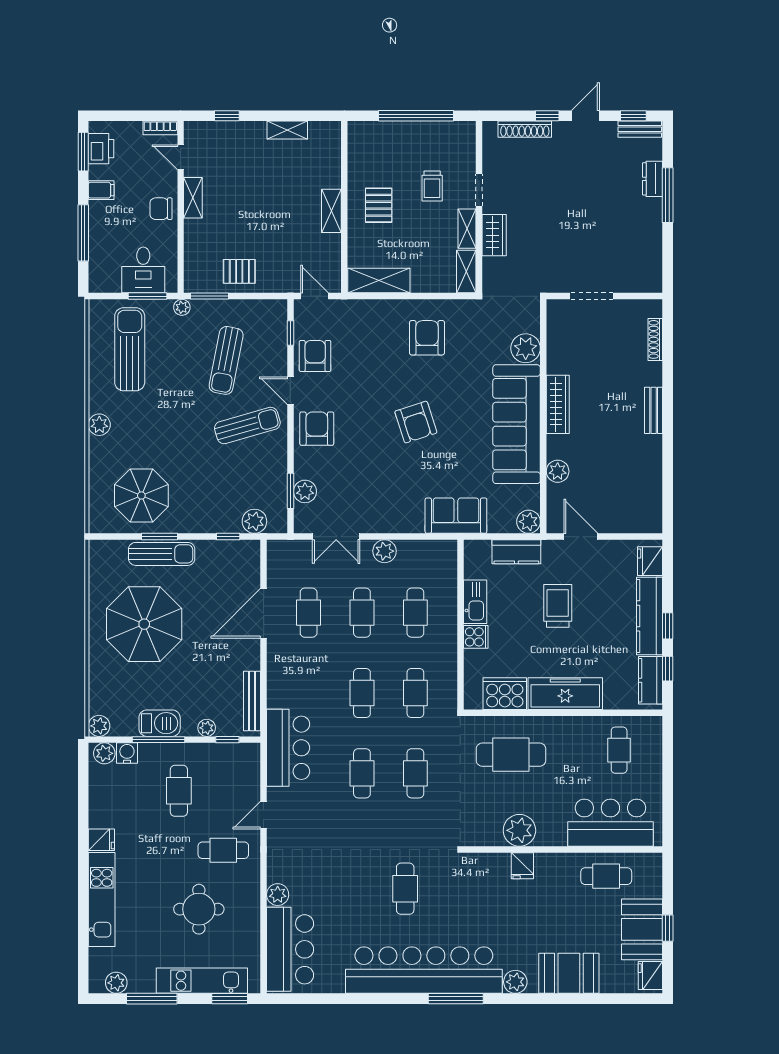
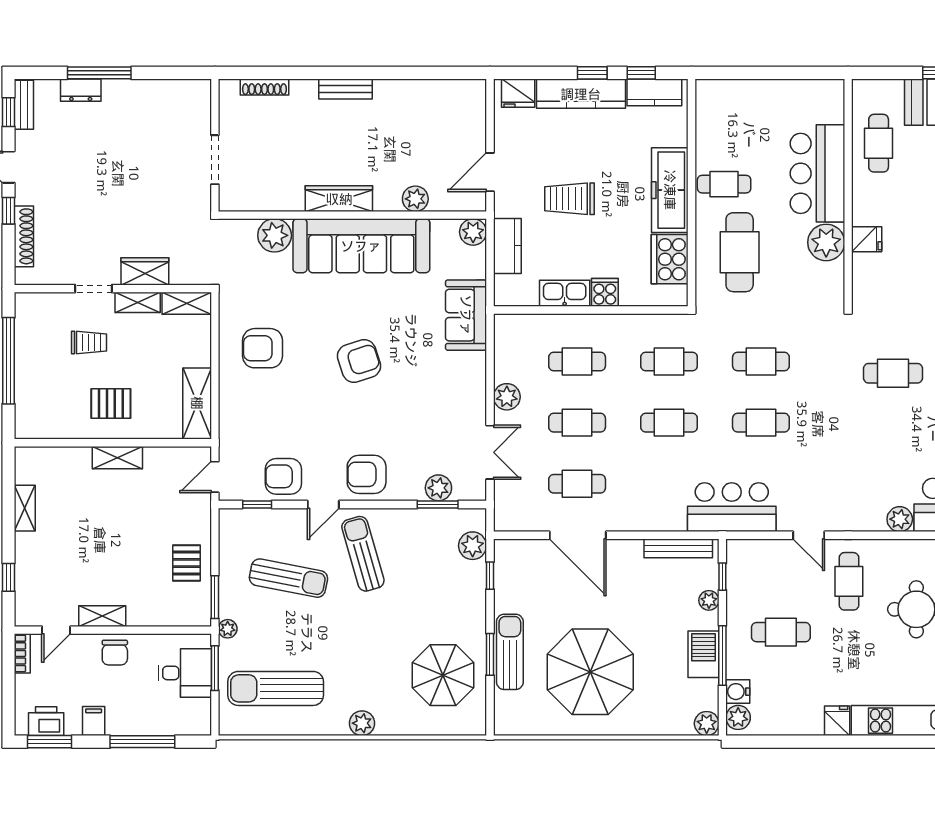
cafe table: (619, 750) -> (724, 184), moved
bar counter: (610, 823) -> (817, 173), moved

